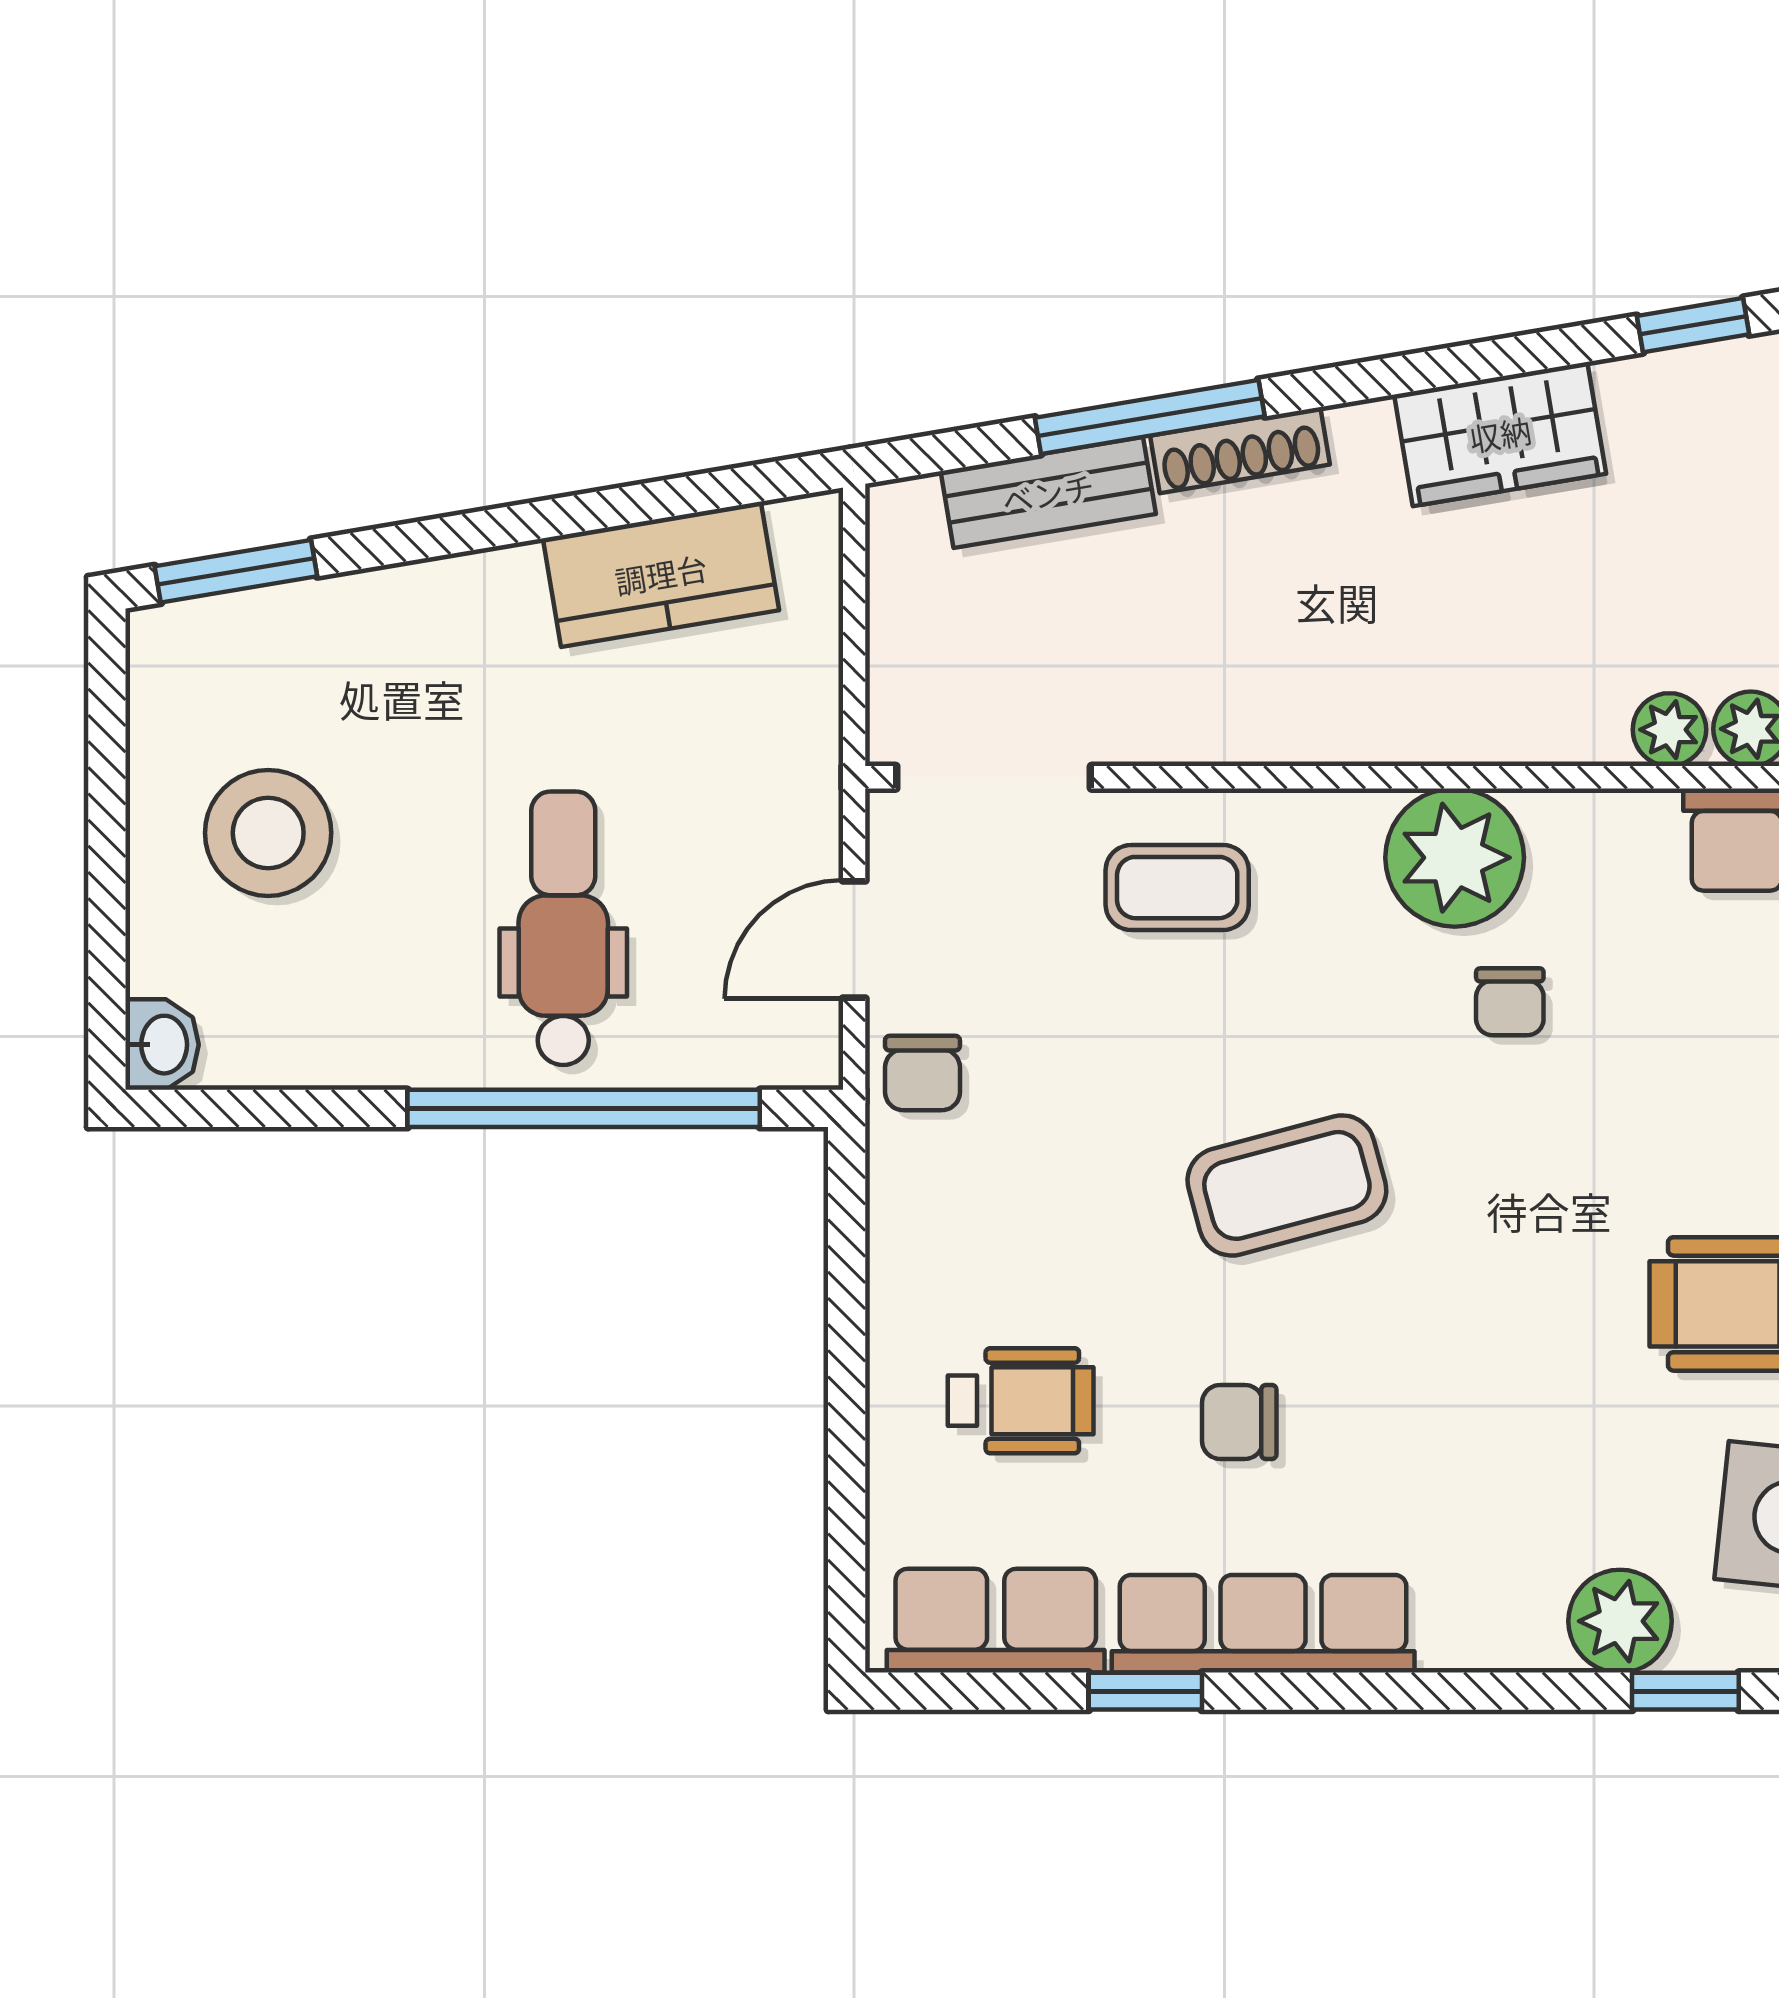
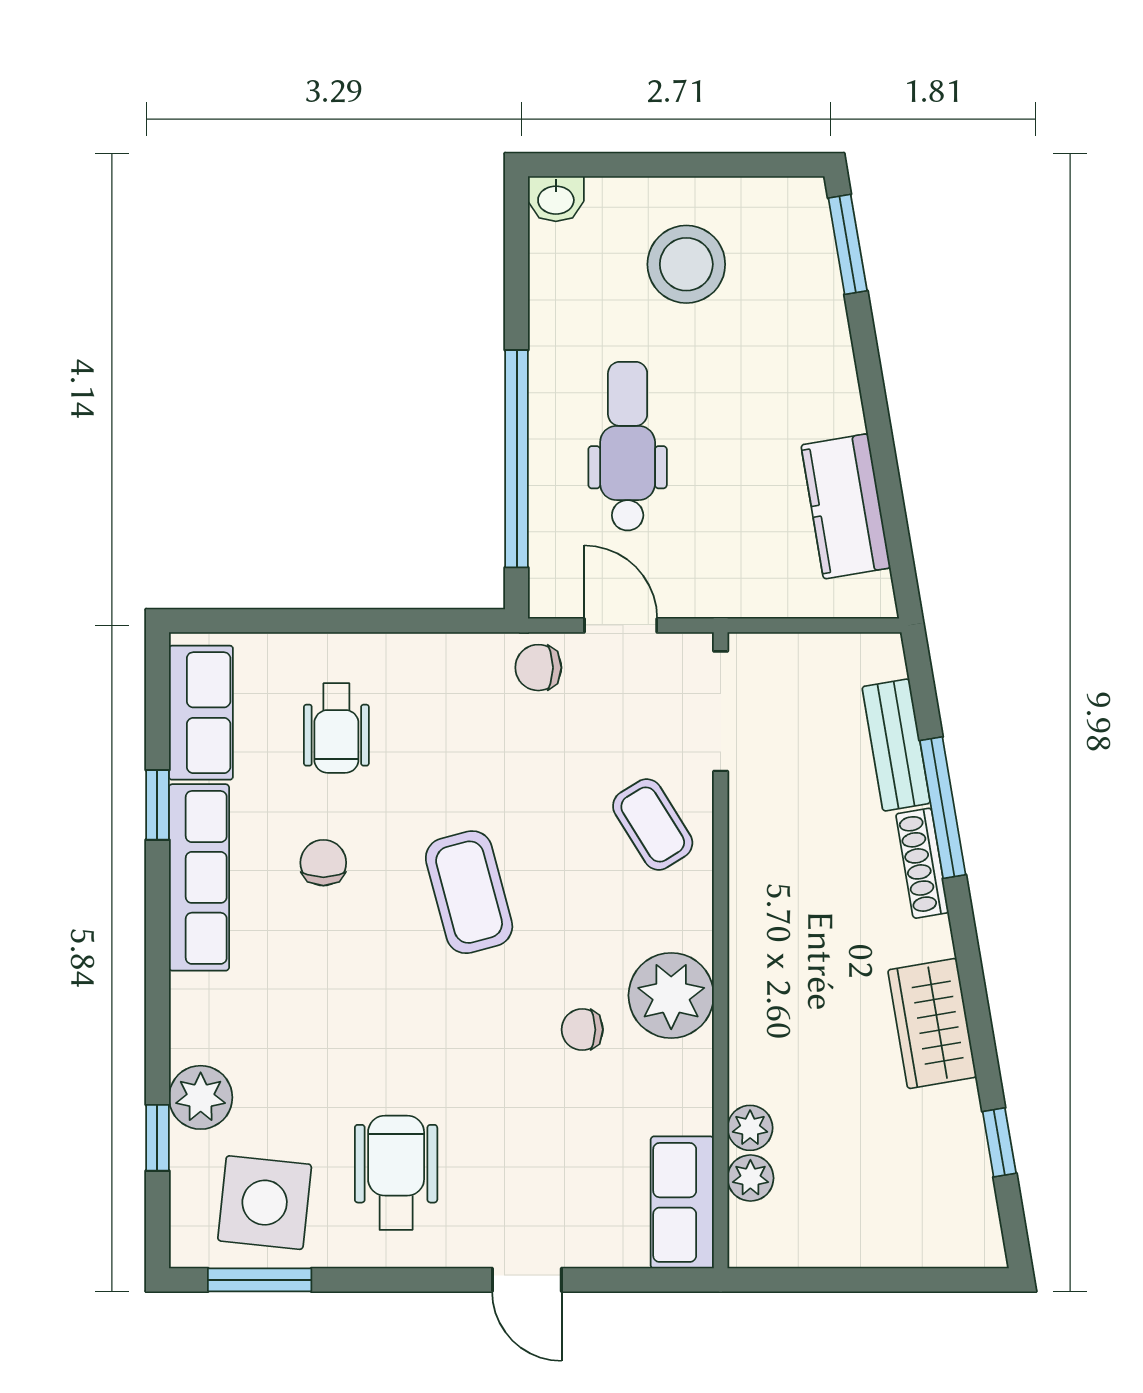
coffee table: (1177, 888) -> (653, 824), turned -32
dental chair: (563, 928) -> (628, 446), turned -90

